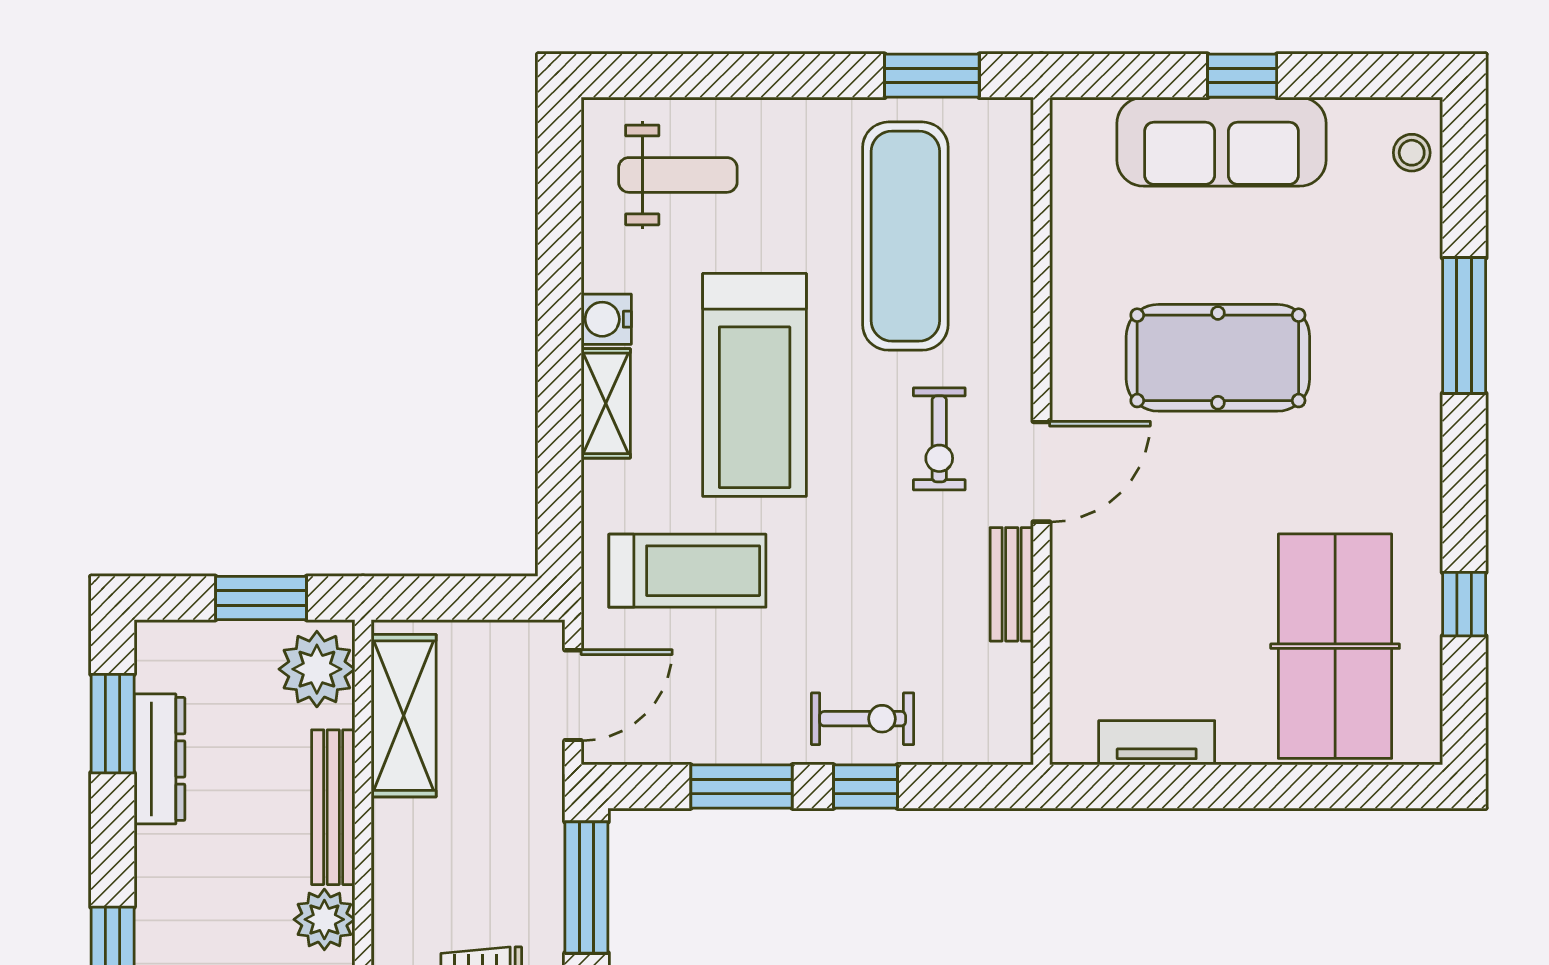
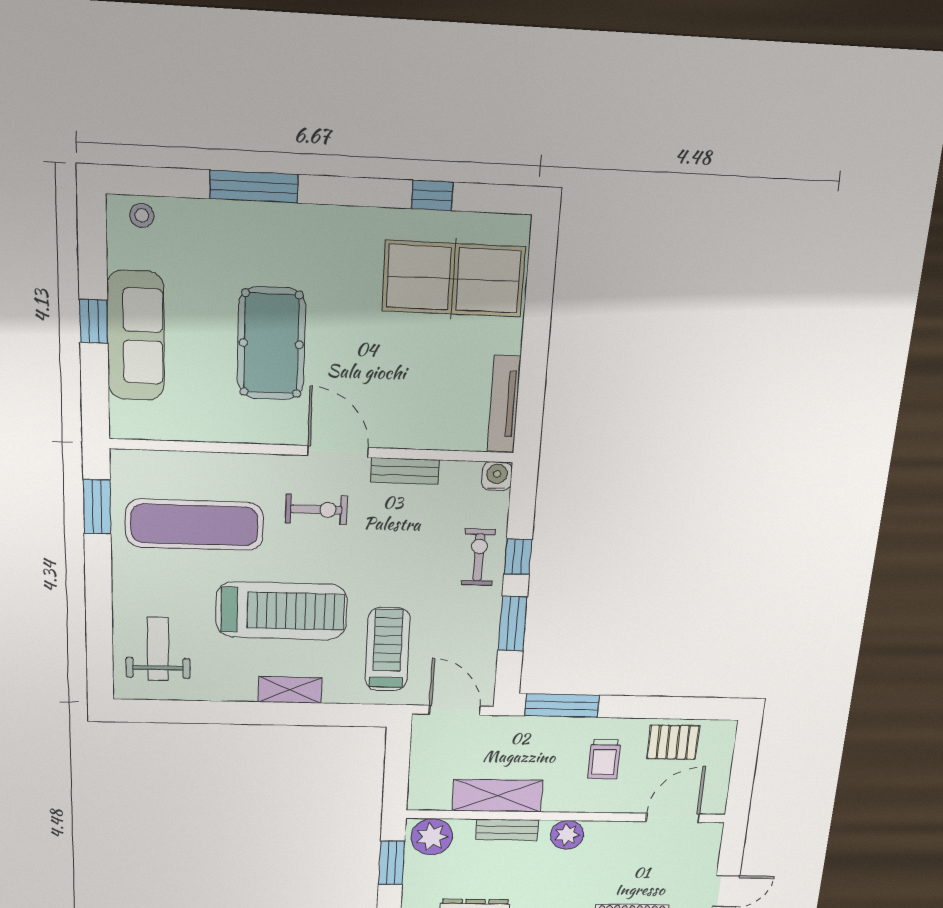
water cooler: (606, 319) -> (497, 476), moved, turned 180
shelving: (404, 716) -> (497, 796), moved
tv unit: (1157, 743) -> (504, 404), width x1.41
bench: (333, 807) -> (507, 830), width x0.73

